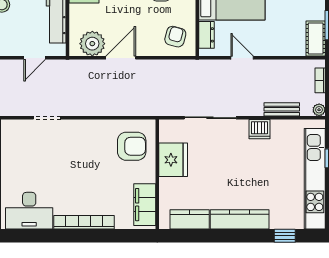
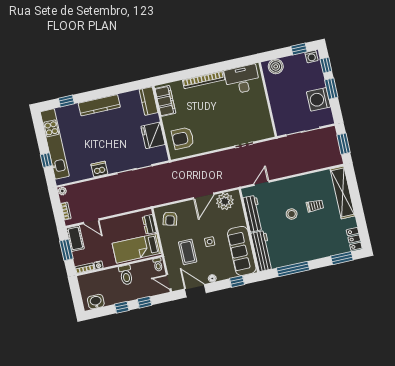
door: (242, 58) -> (91, 221), moved
bench: (282, 109) -> (87, 186), removed
kitchen counter: (190, 219) -> (148, 101), moved, turned 90

